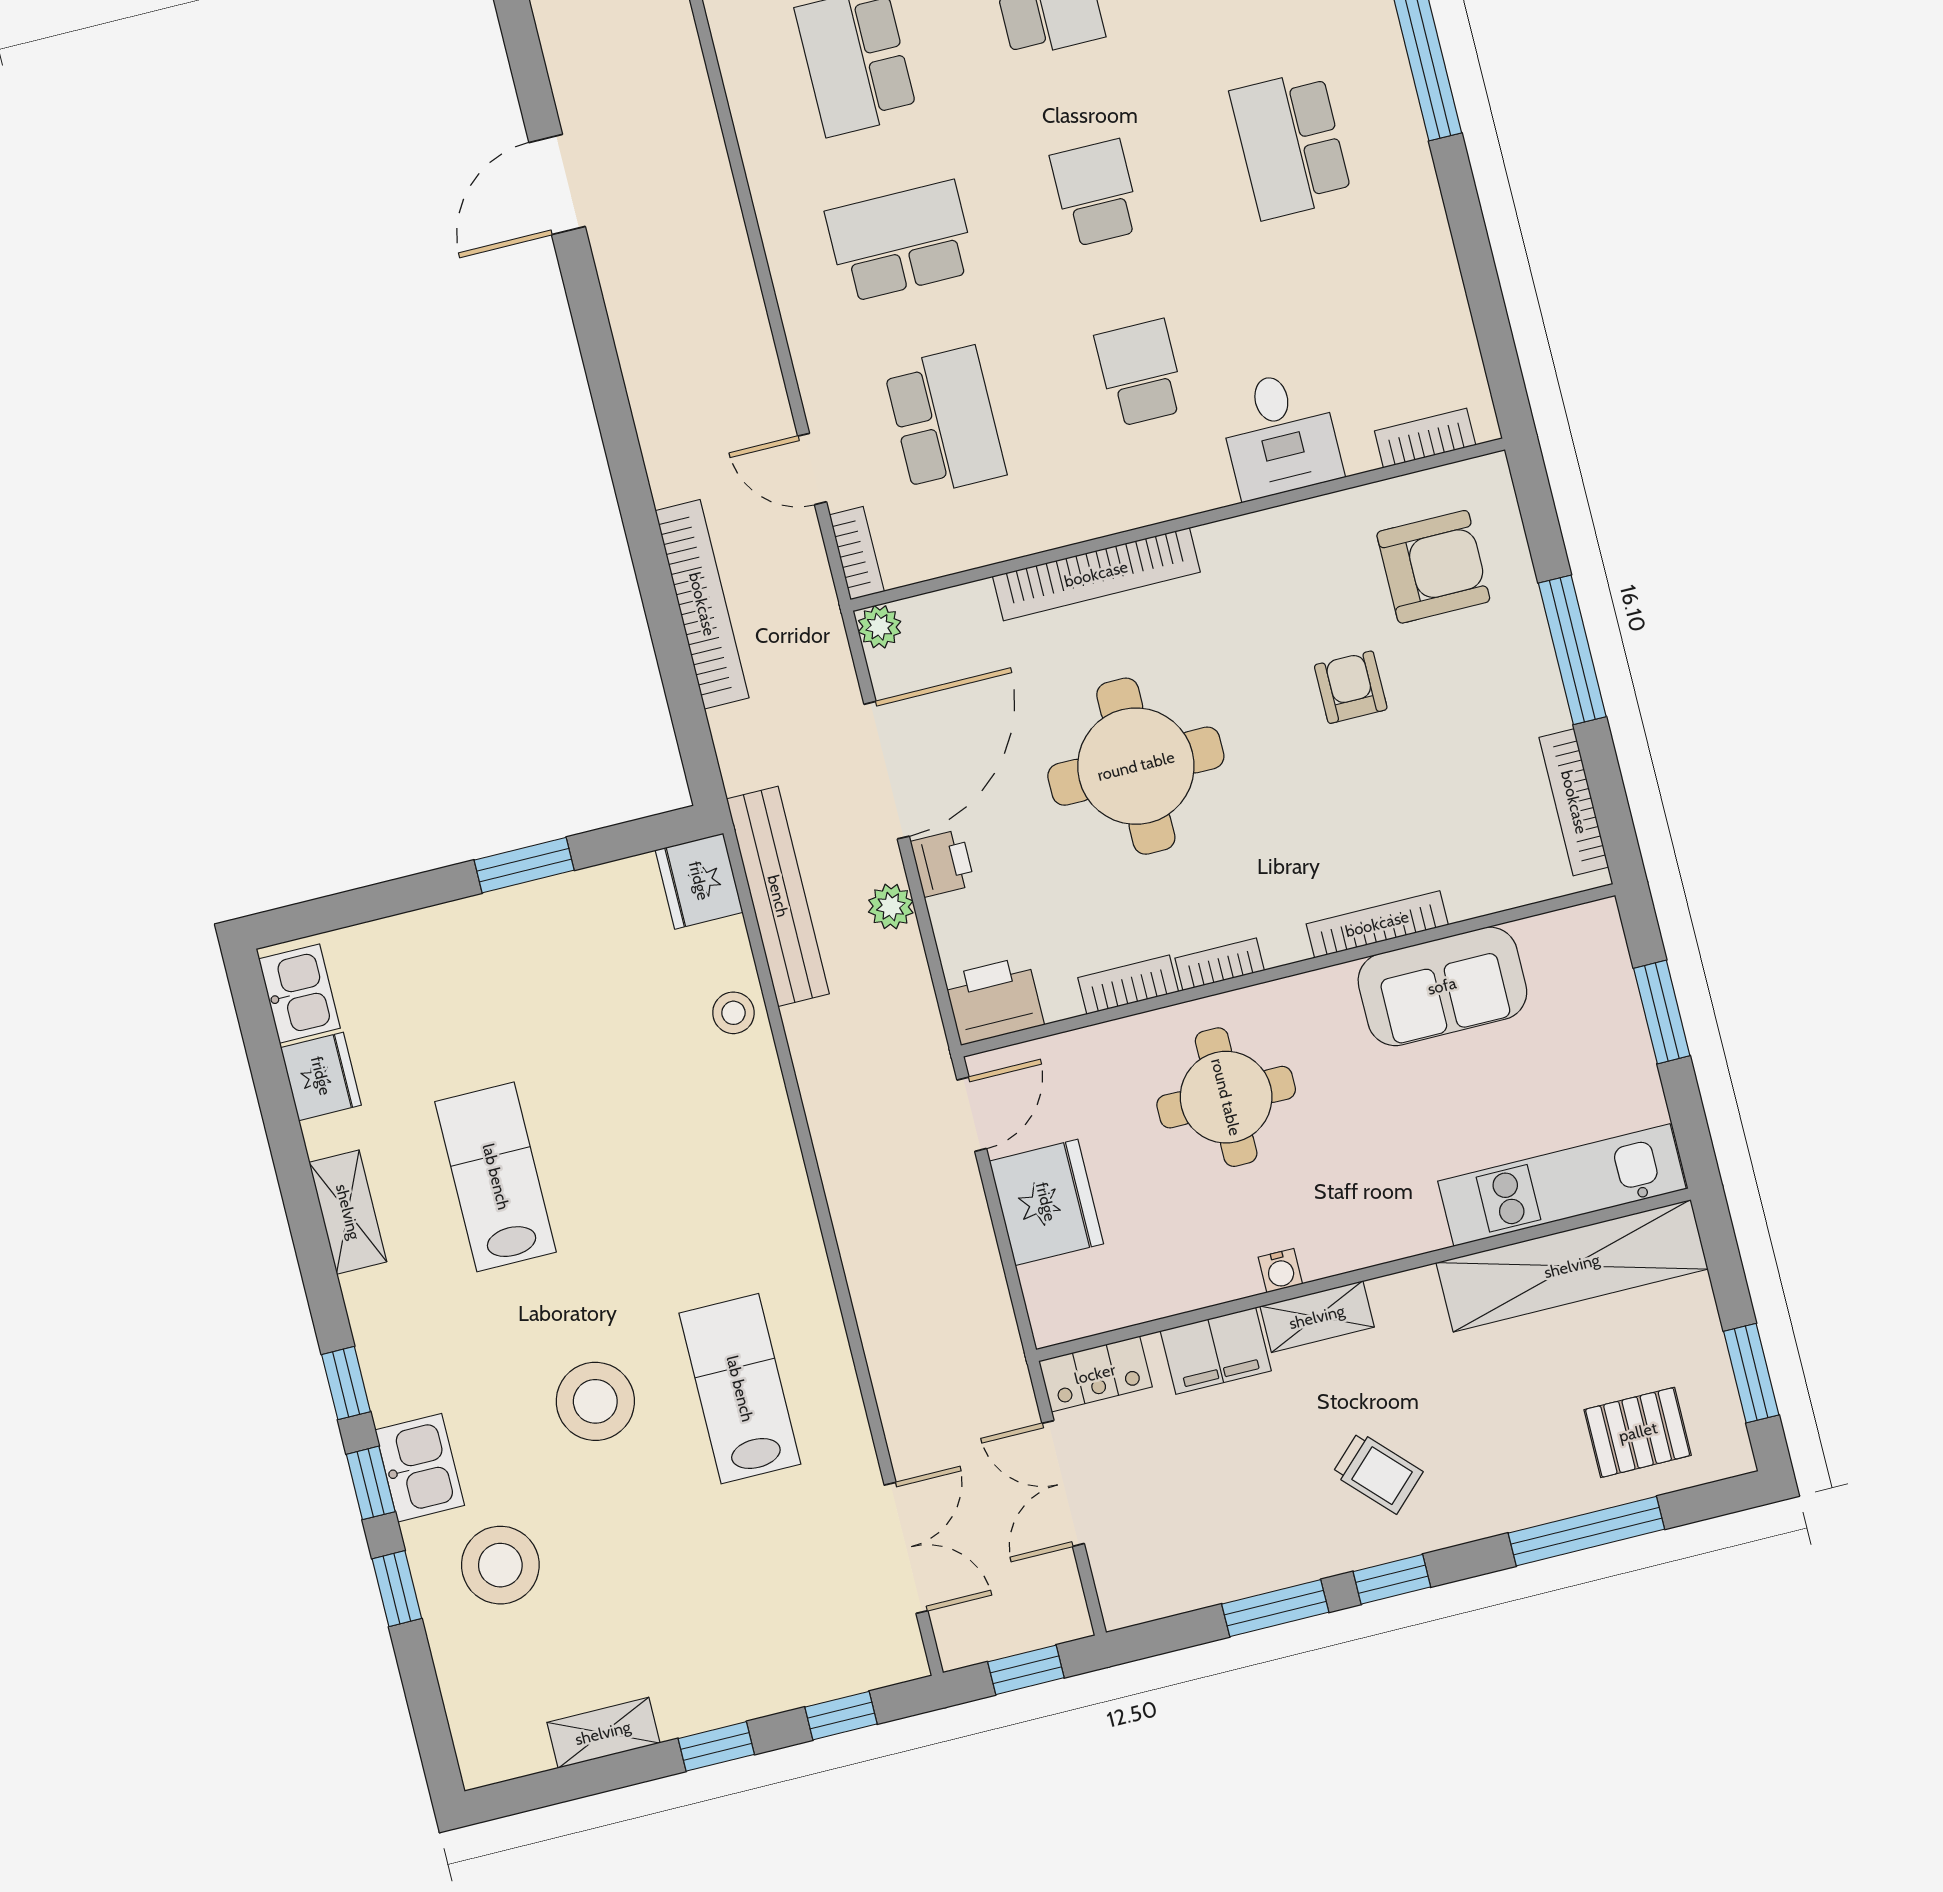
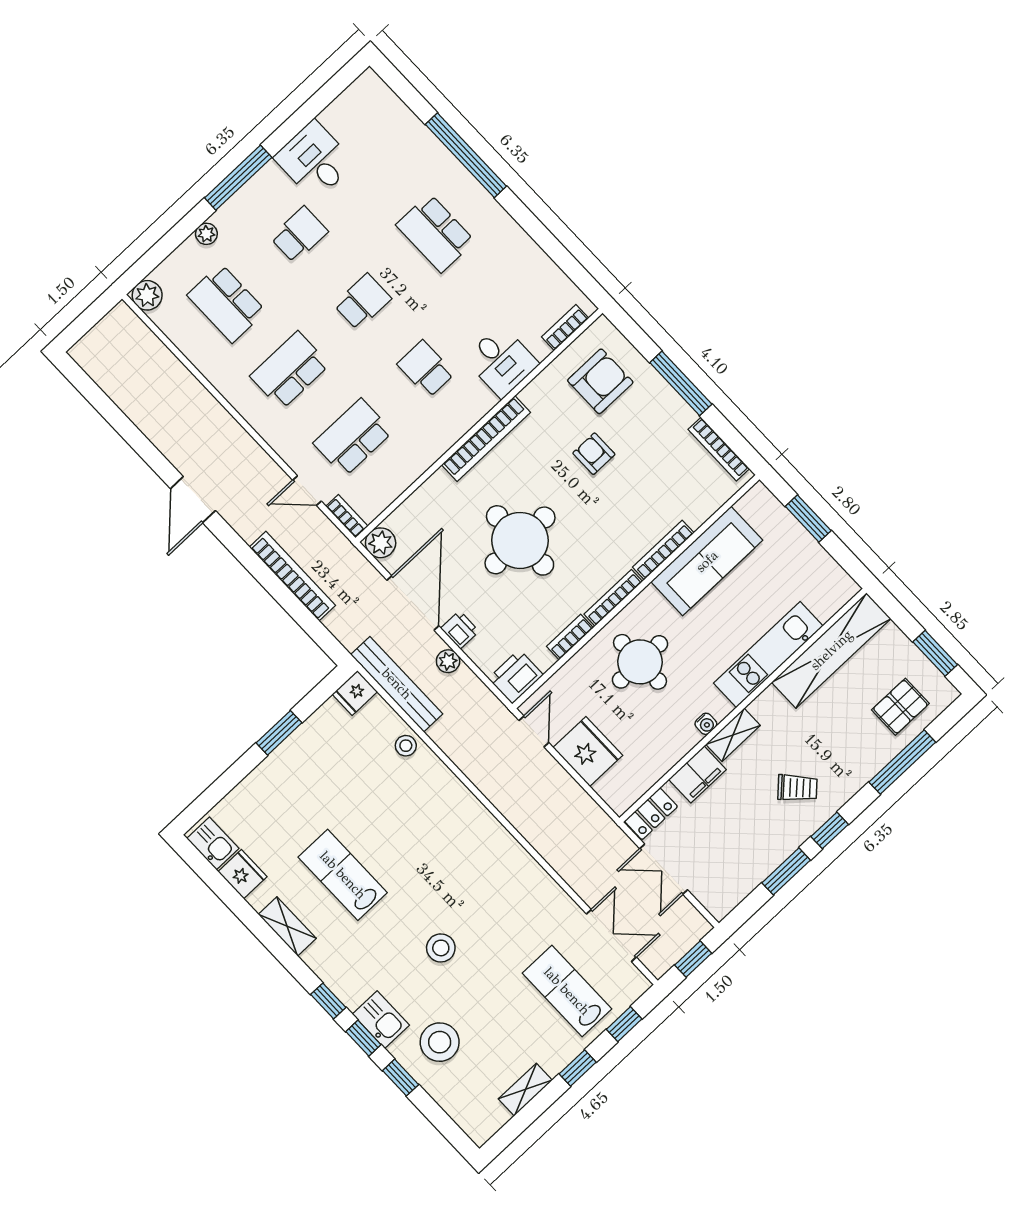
door: (557, 184) -> (193, 500), moved
school desk: (1096, 193) -> (363, 302), turned 90
school desk: (945, 421) -> (353, 437), turned -90
bookcase: (1096, 574) -> (486, 439), moved
plant: (879, 627) -> (381, 543), width x1.38, depth x1.38
fridge: (699, 881) -> (355, 693), width x0.72
bookcase: (1220, 964) -> (613, 598), width x1.56
sofa: (1442, 986) -> (707, 561), width x1.36
kitchen unit: (1562, 1185) -> (768, 655), moved
lab bench: (740, 1389) -> (567, 991), moved
stool: (595, 1401) -> (441, 948), width x0.73, depth x0.73

